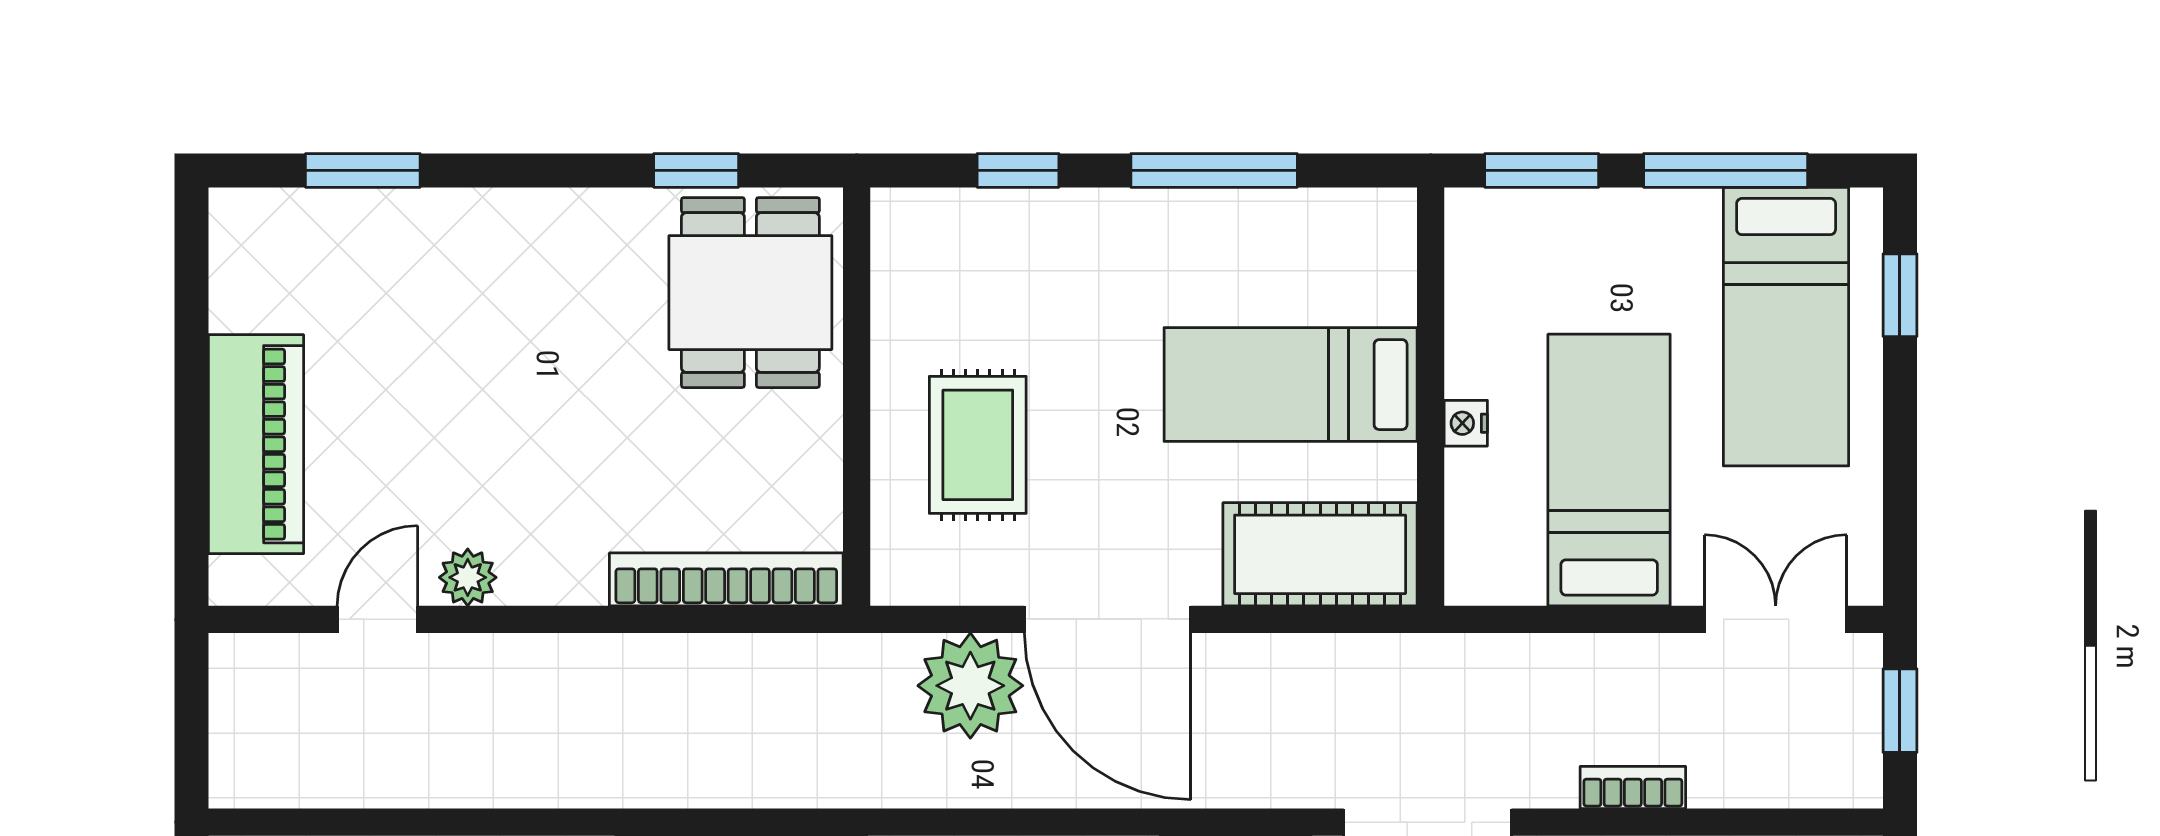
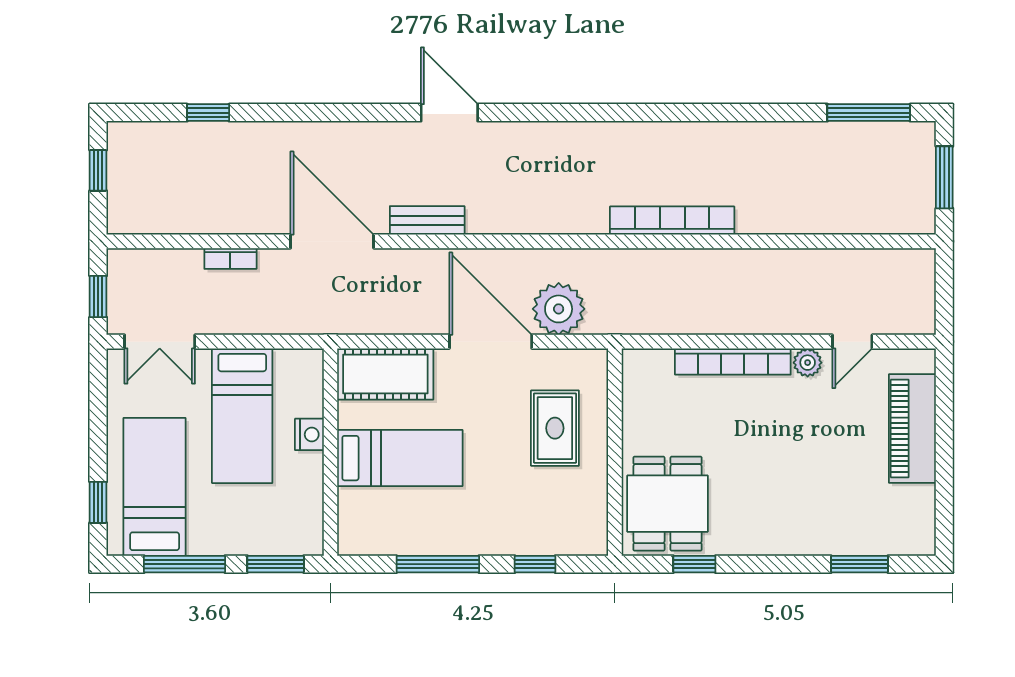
nightstand: (1466, 423) -> (309, 434), width x1.39, depth x1.35
bookcase: (726, 579) -> (733, 362), moved

